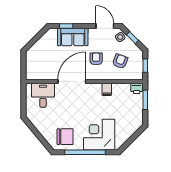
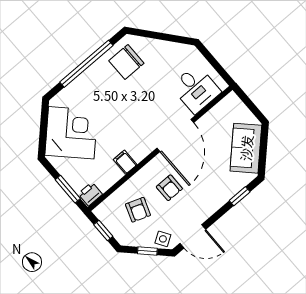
sofa: (73, 37) -> (246, 148), moved, turned -45
corner desk: (99, 135) -> (71, 133), moved, turned -45

